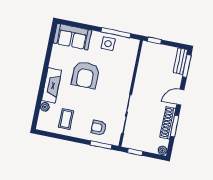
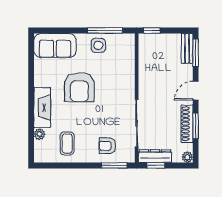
dresser: (136, 144) -> (155, 156), added

